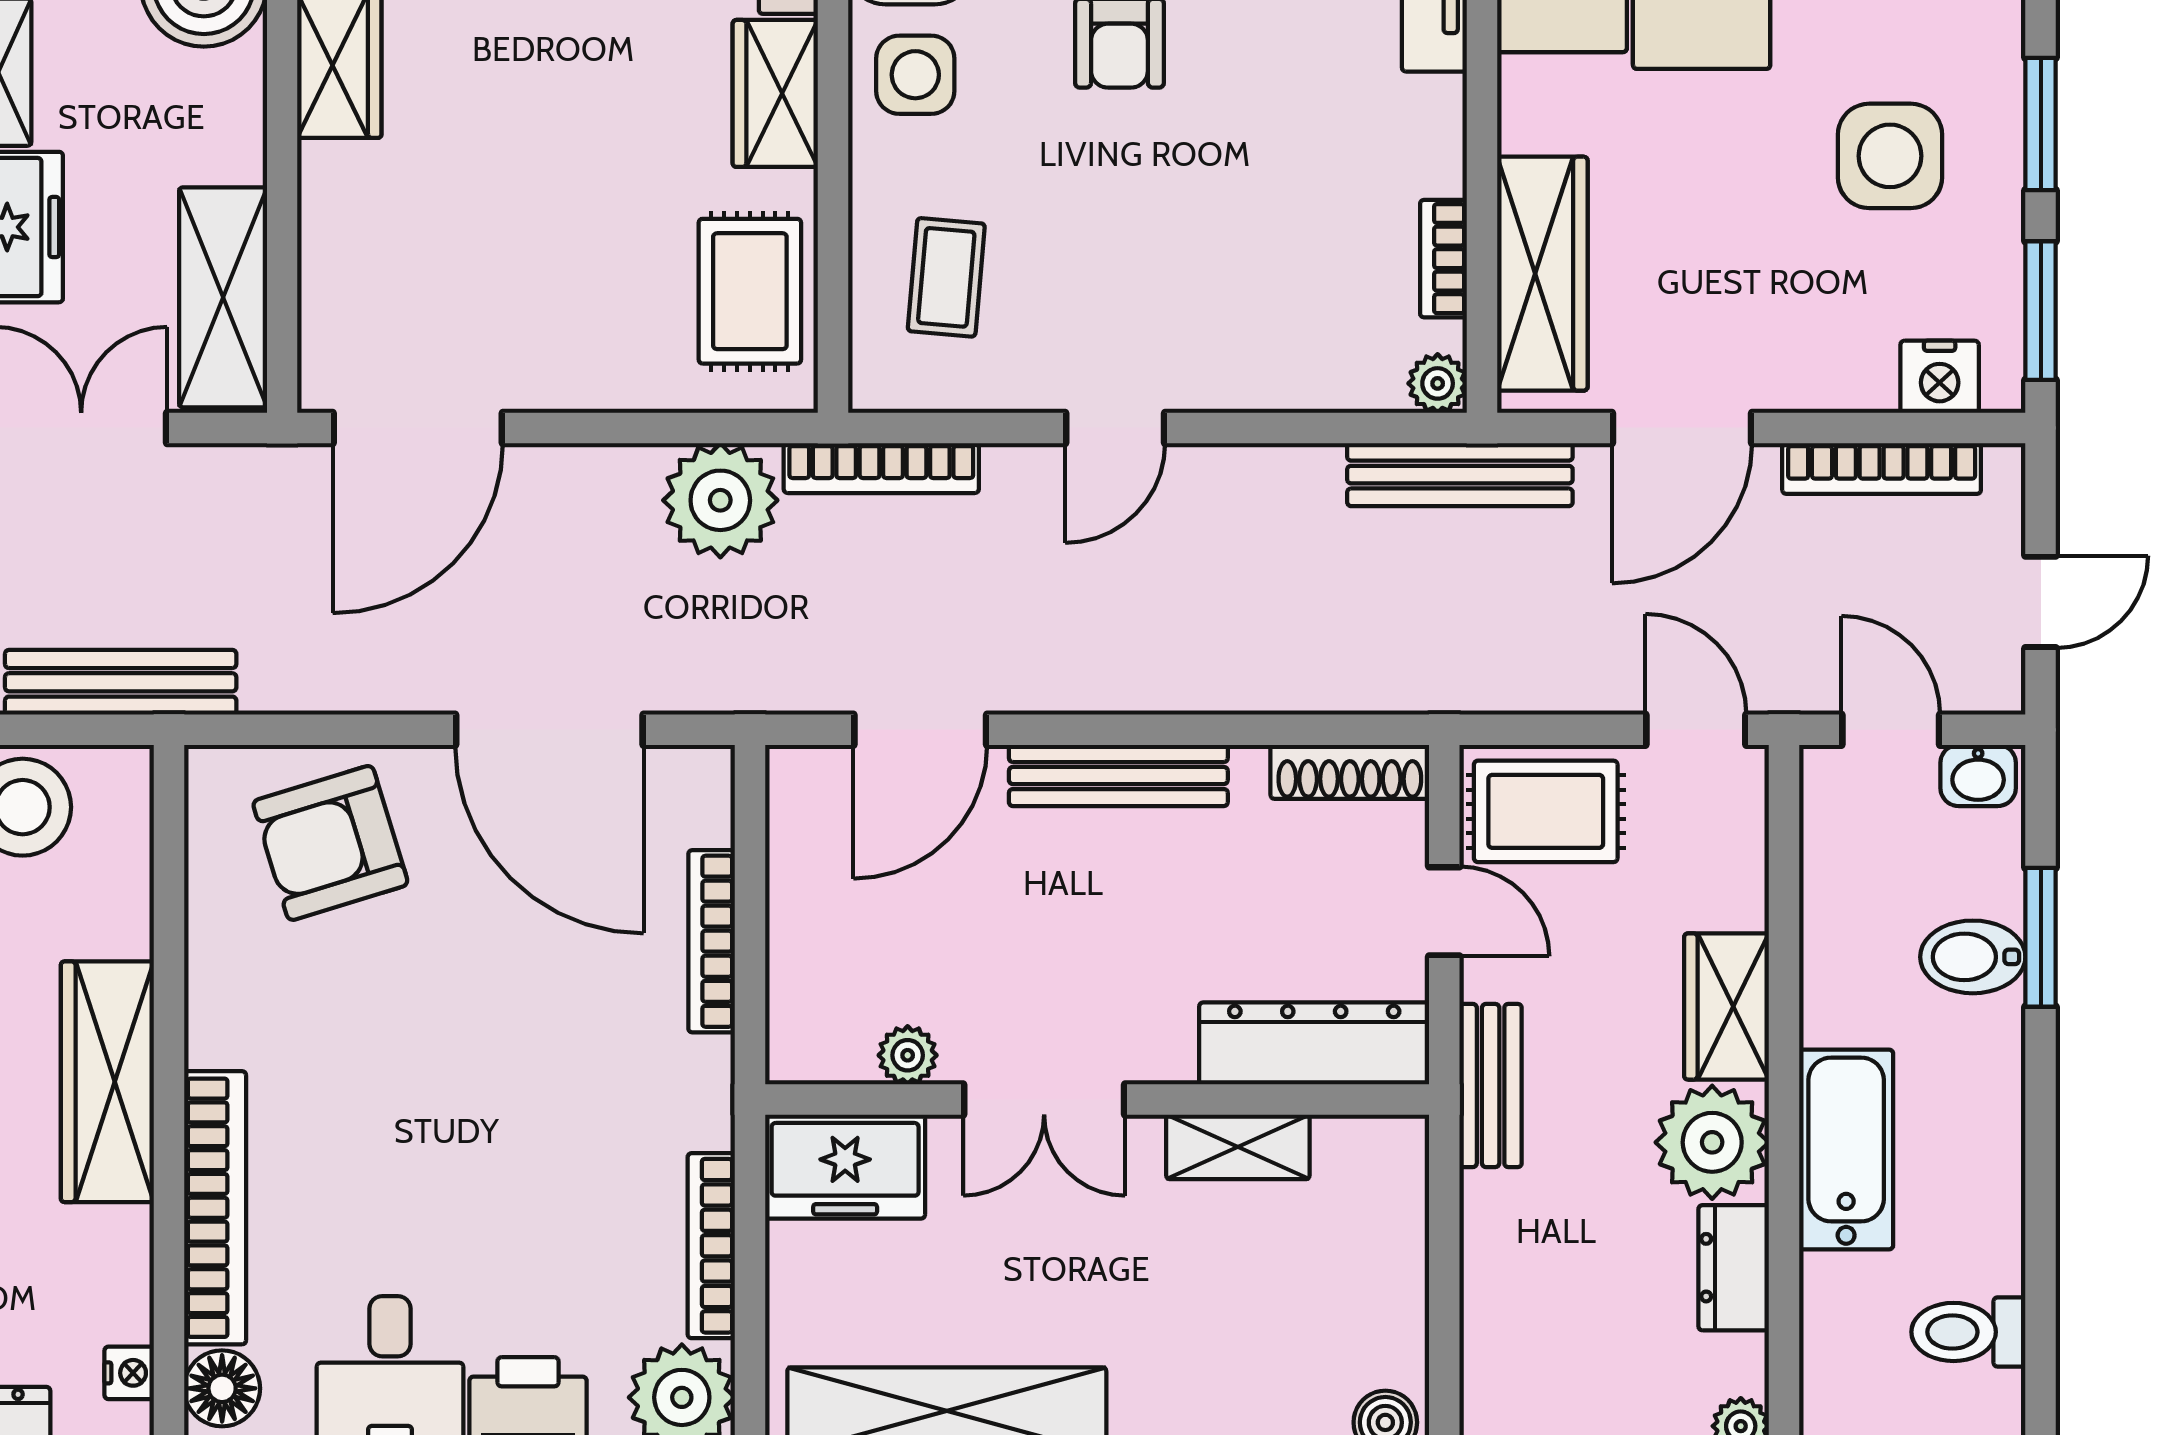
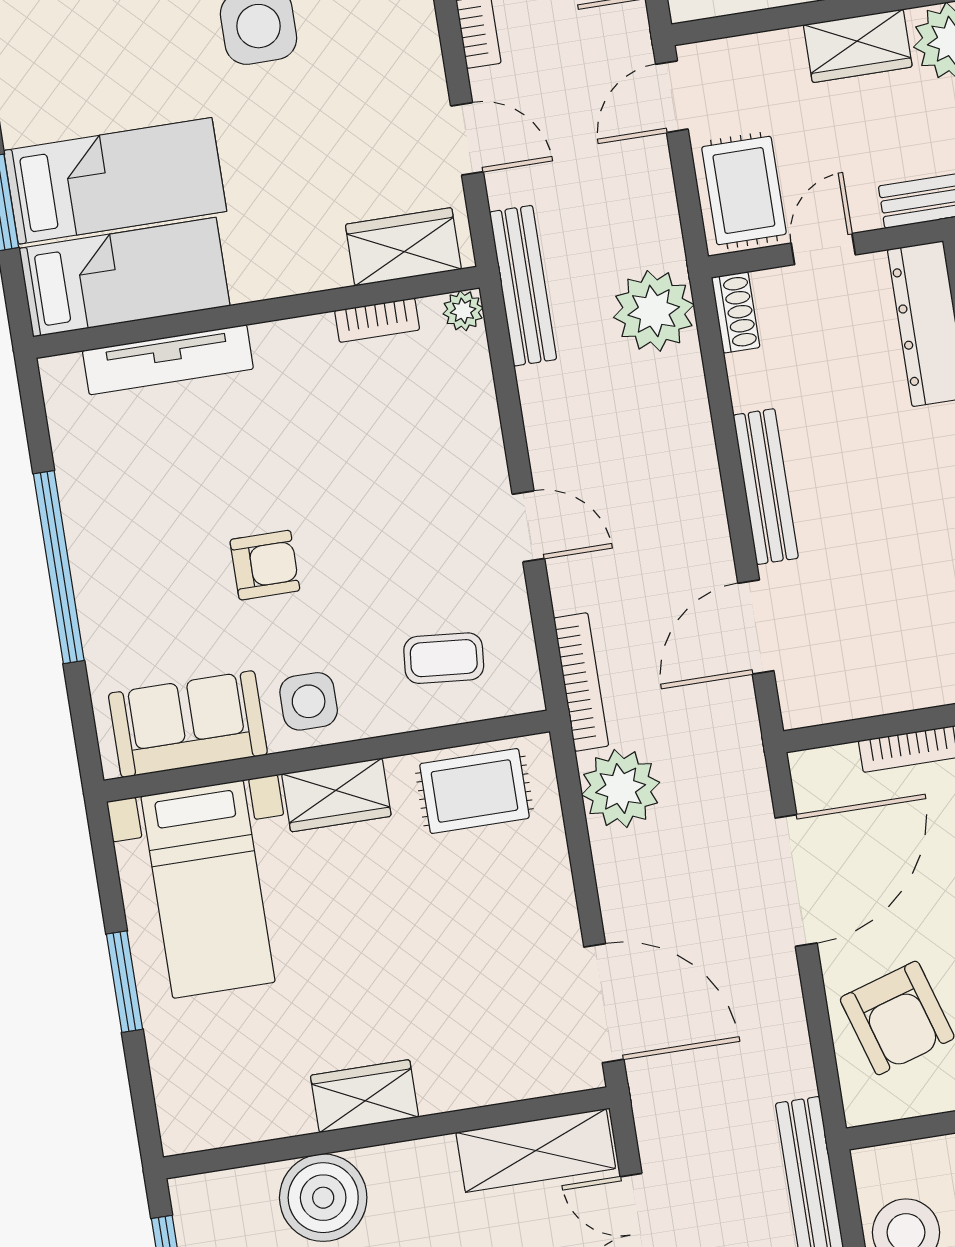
wardrobe: (1542, 274) -> (403, 247), width x0.67
door: (1682, 428) -> (467, 139), width x0.73
plant: (1394, 655) -> (654, 311), added
door: (920, 730) -> (756, 627), swing flipped
shoe rack: (1350, 772) -> (736, 312), width x0.70

